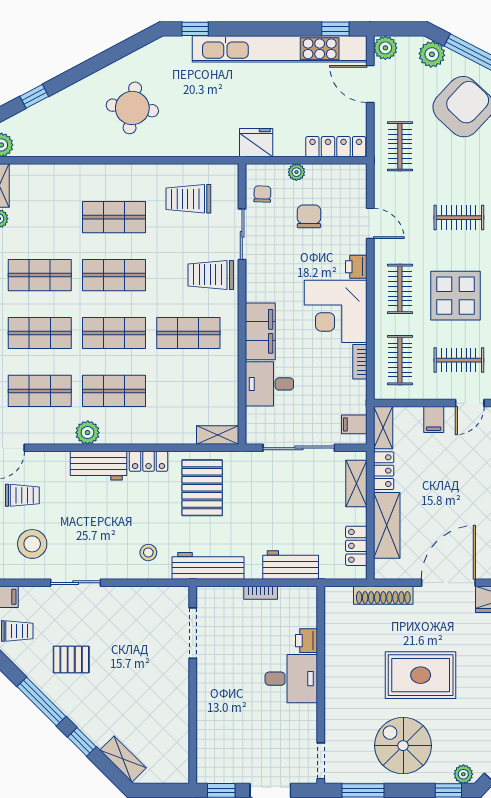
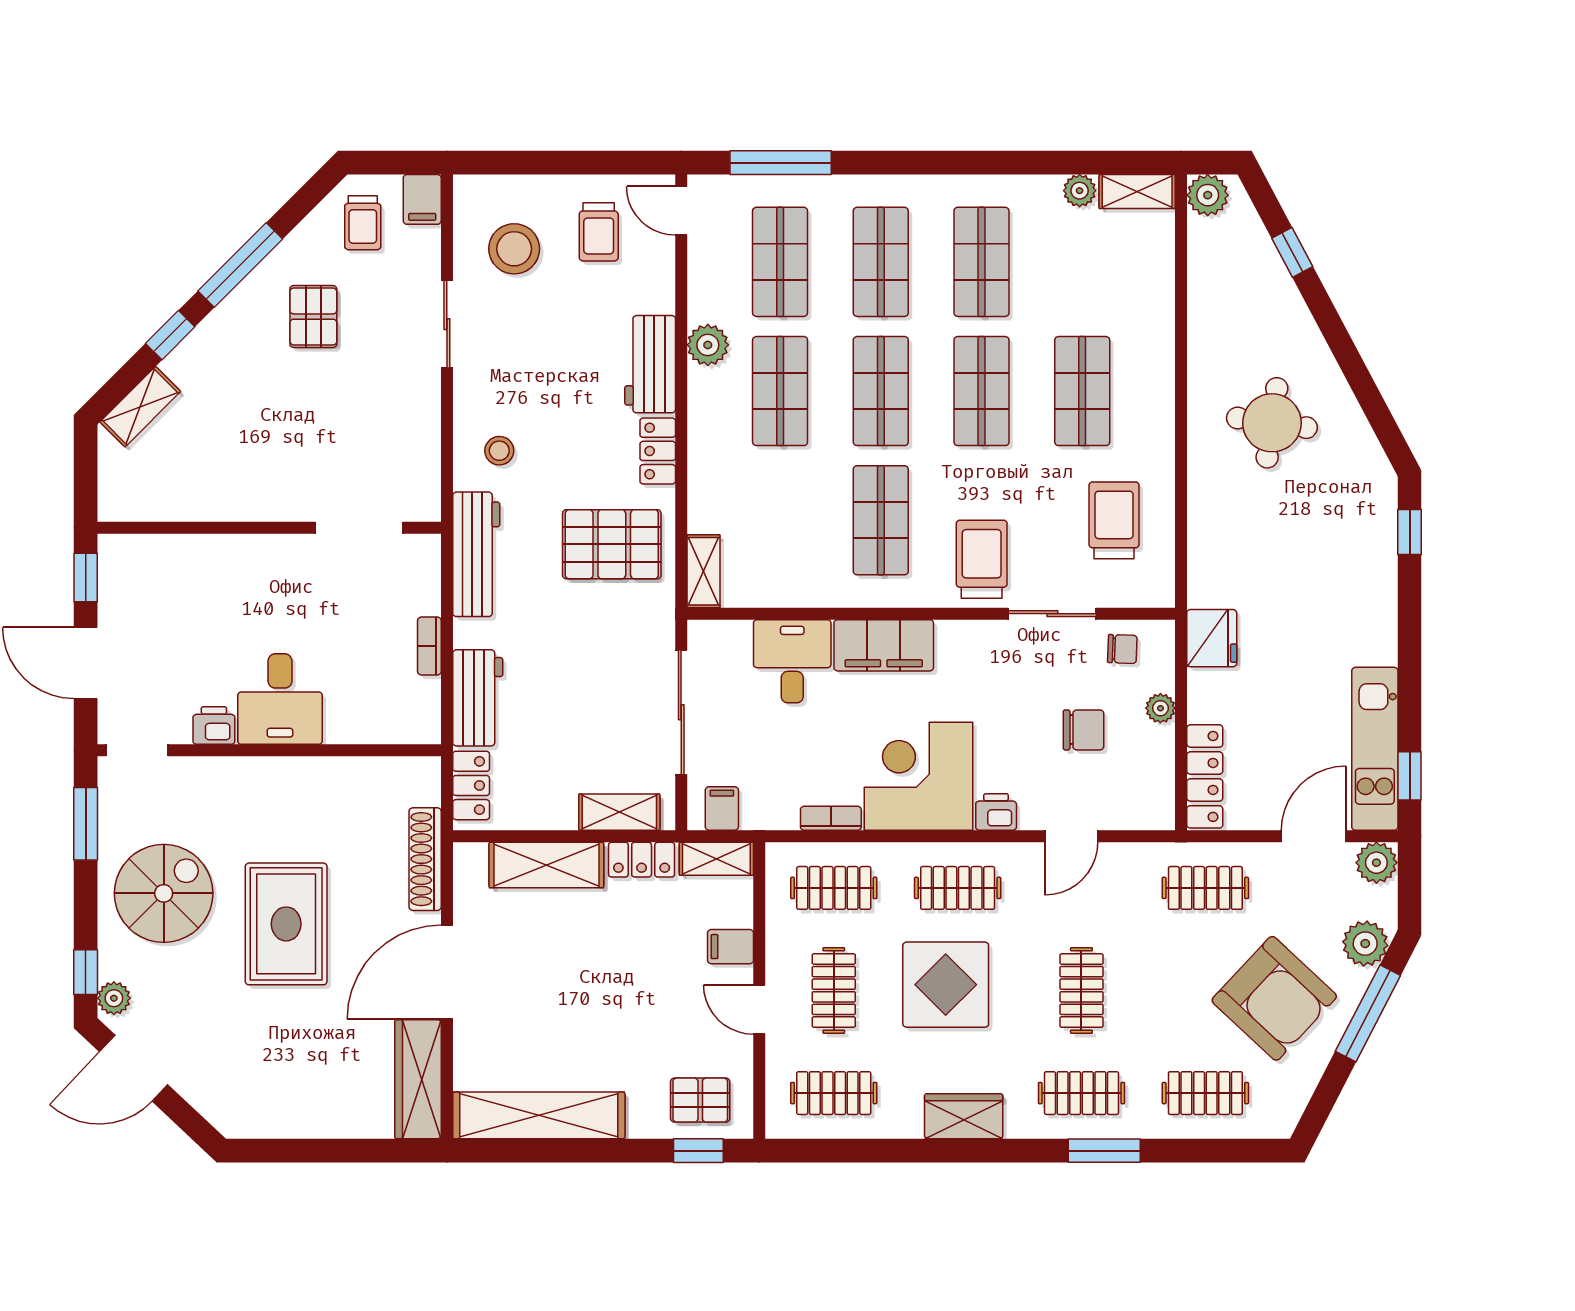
kitchen unit: (280, 49) -> (1375, 749), width x0.54
locker: (356, 546) -> (471, 785), moved, turned 90
door: (448, 583) -> (447, 972), swing flipped
printer: (306, 641) -> (214, 726), moved

